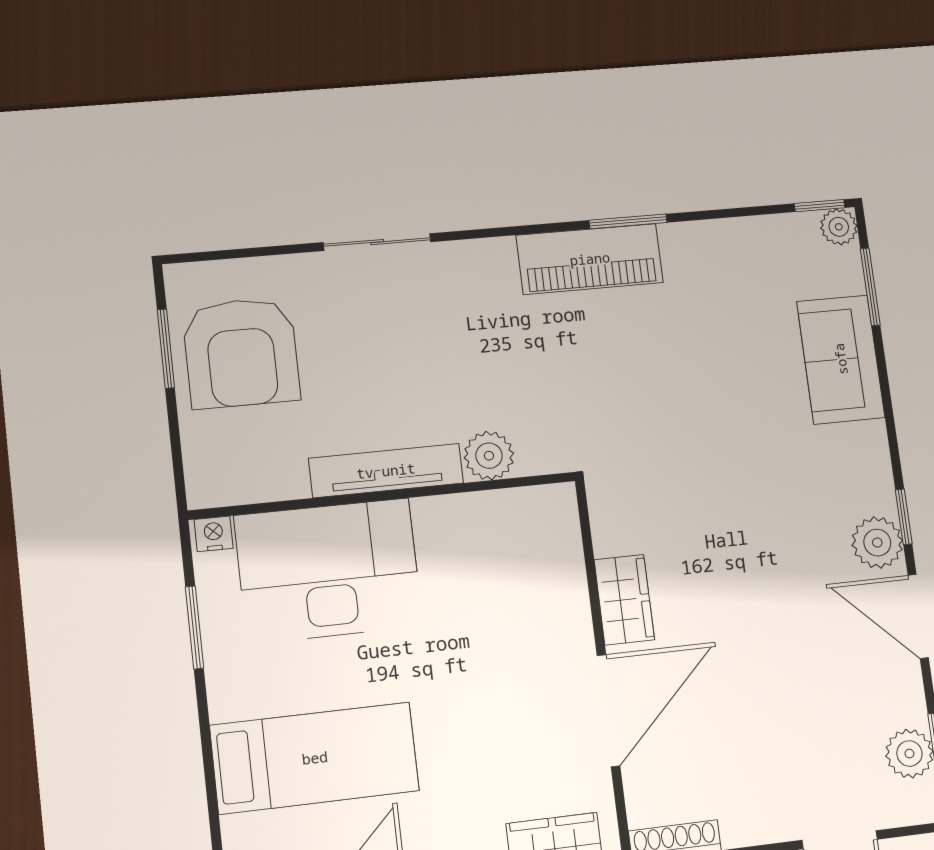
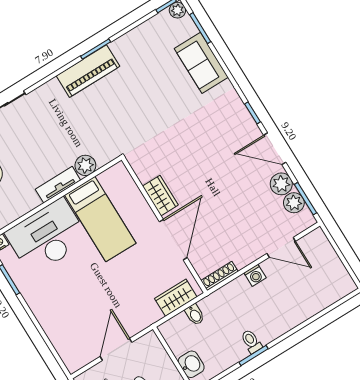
tv unit: (386, 471) -> (58, 185), width x0.71
plant: (877, 543) -> (281, 184), moved
bed: (315, 758) -> (100, 219), moved, turned 90

